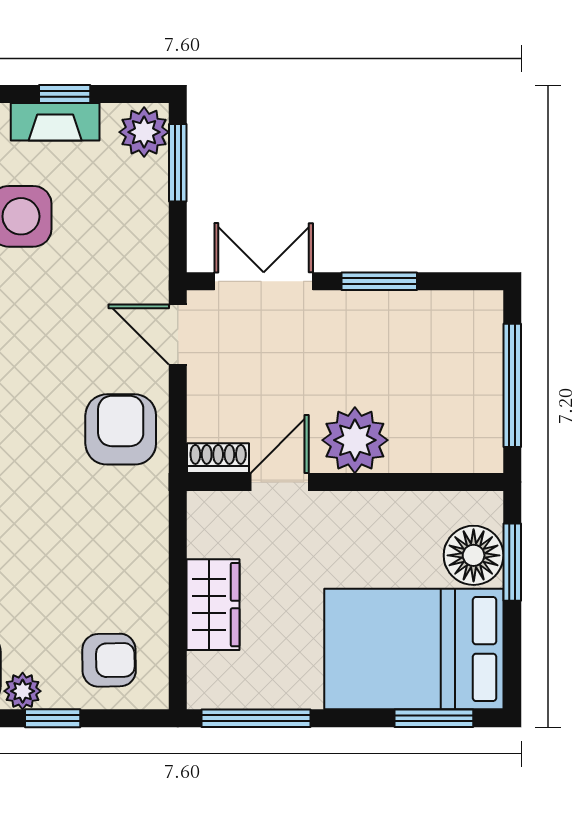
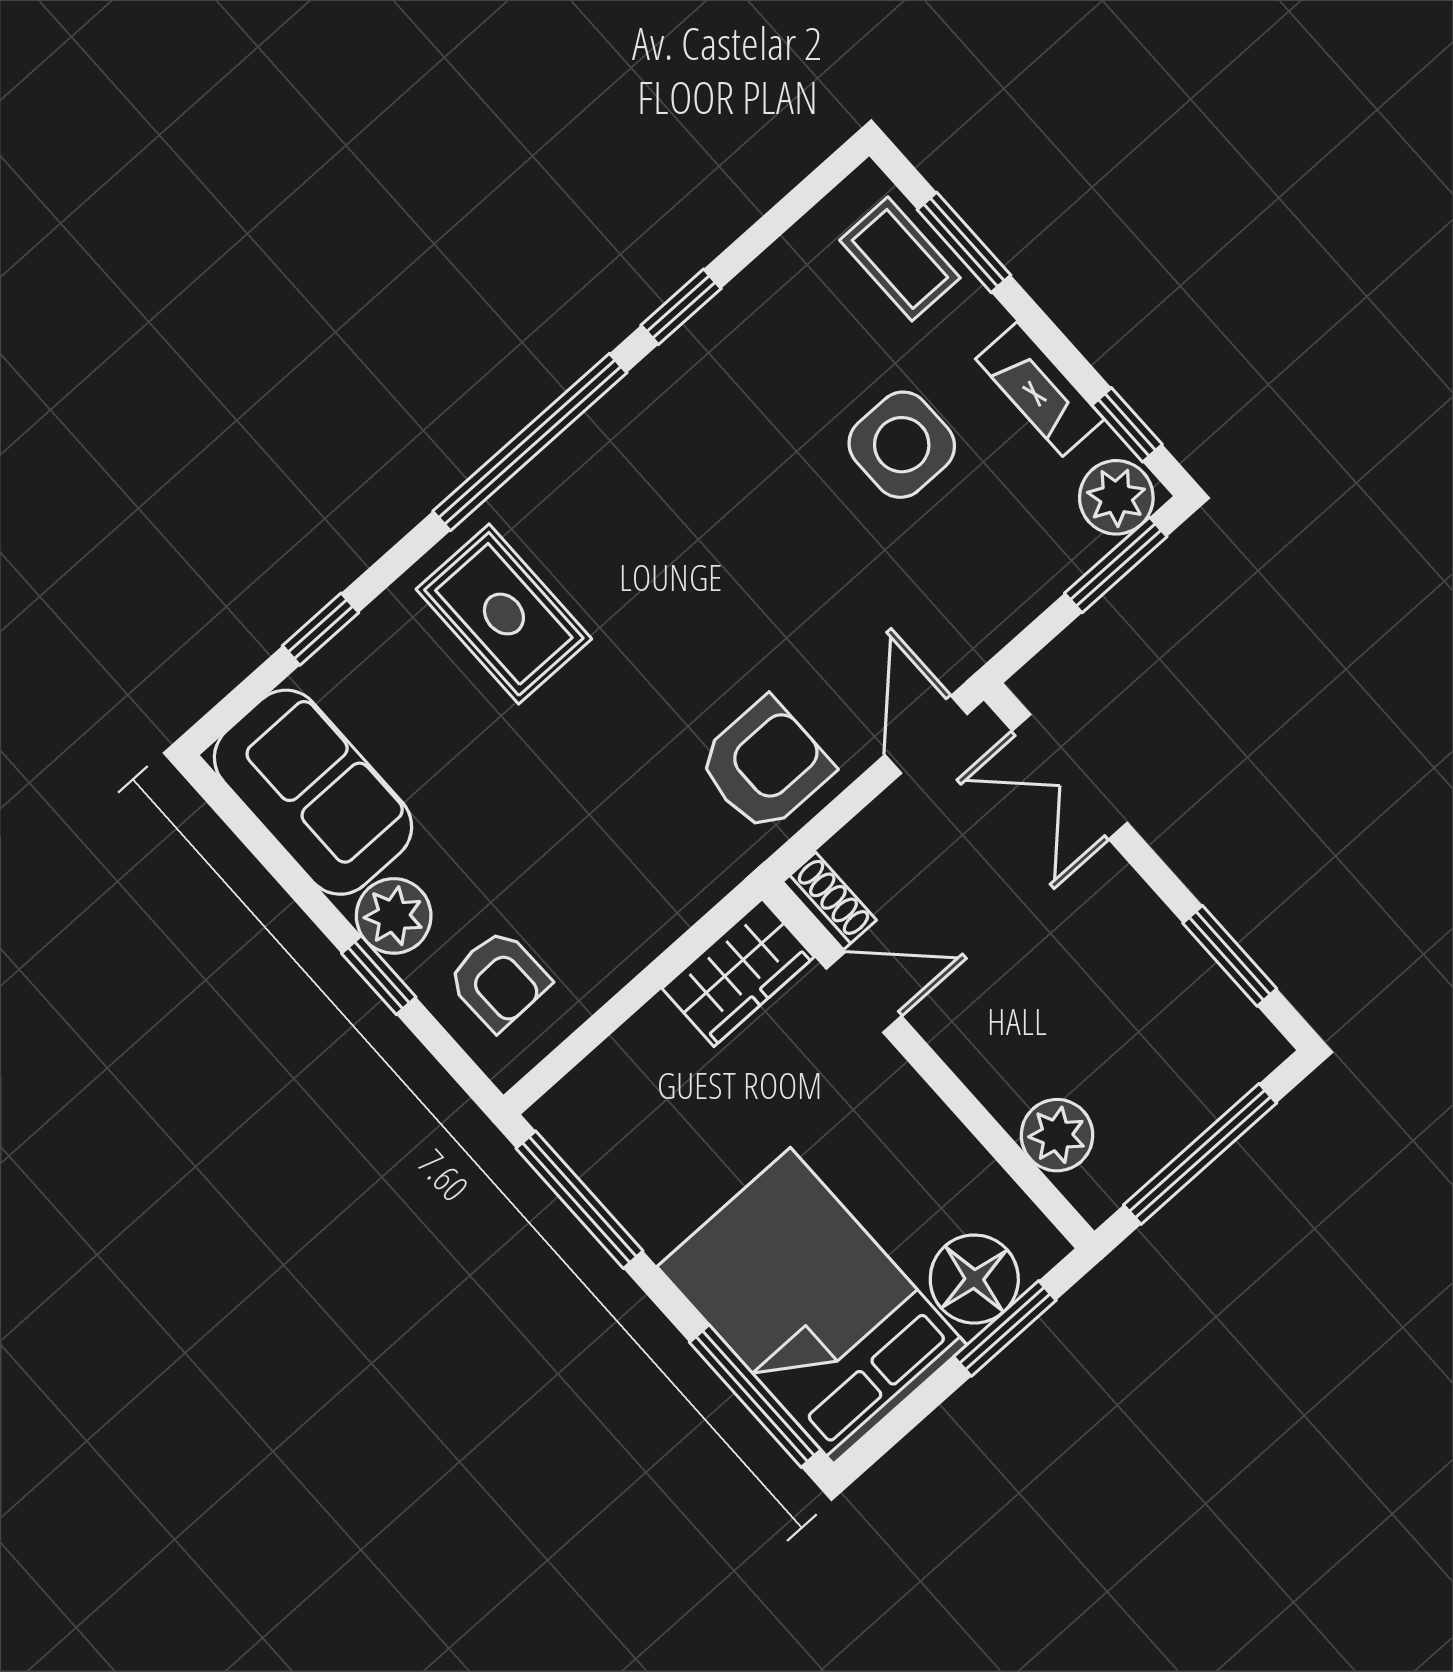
window: (65, 94) -> (1127, 425), moved
double door: (264, 281) -> (1070, 777), swing flipped
window: (379, 281) -> (1230, 956), moved
plant: (355, 440) -> (1057, 1135), moved, width x0.73, depth x0.73
wardrobe: (213, 605) -> (738, 973), moved
plant: (23, 691) -> (394, 916), width x1.38, depth x1.38
window: (434, 718) -> (755, 1396), width x1.44

